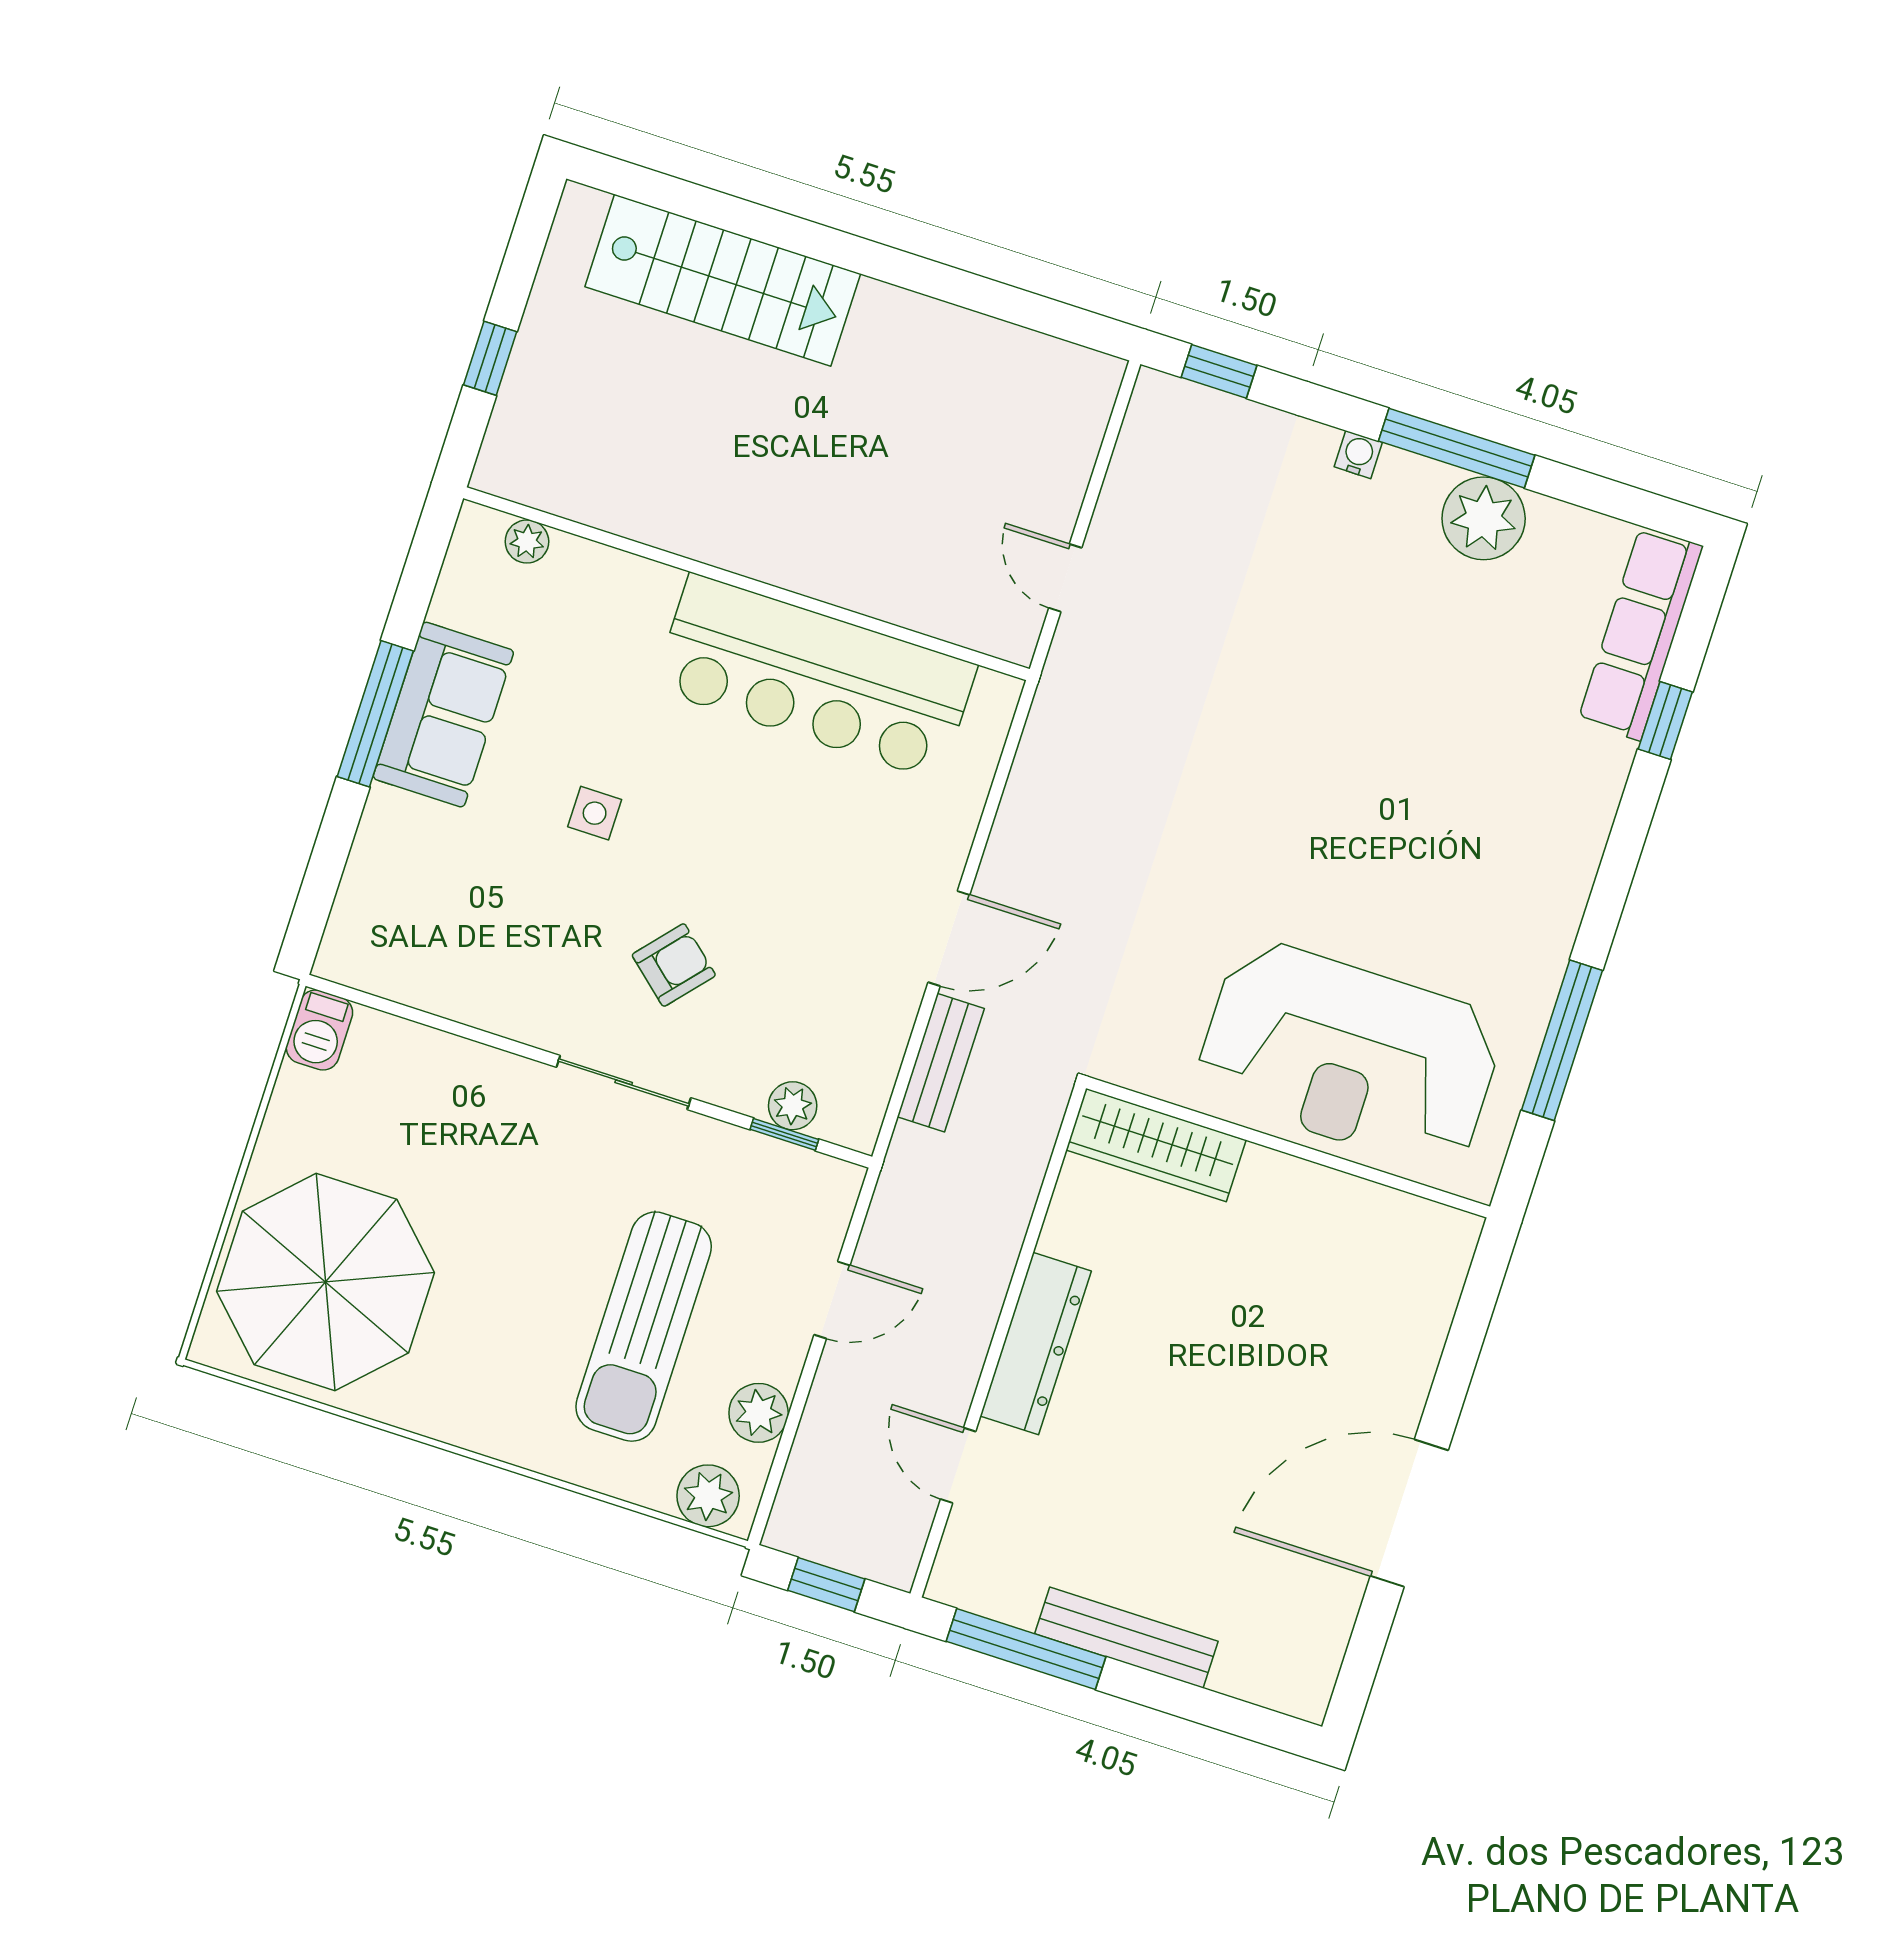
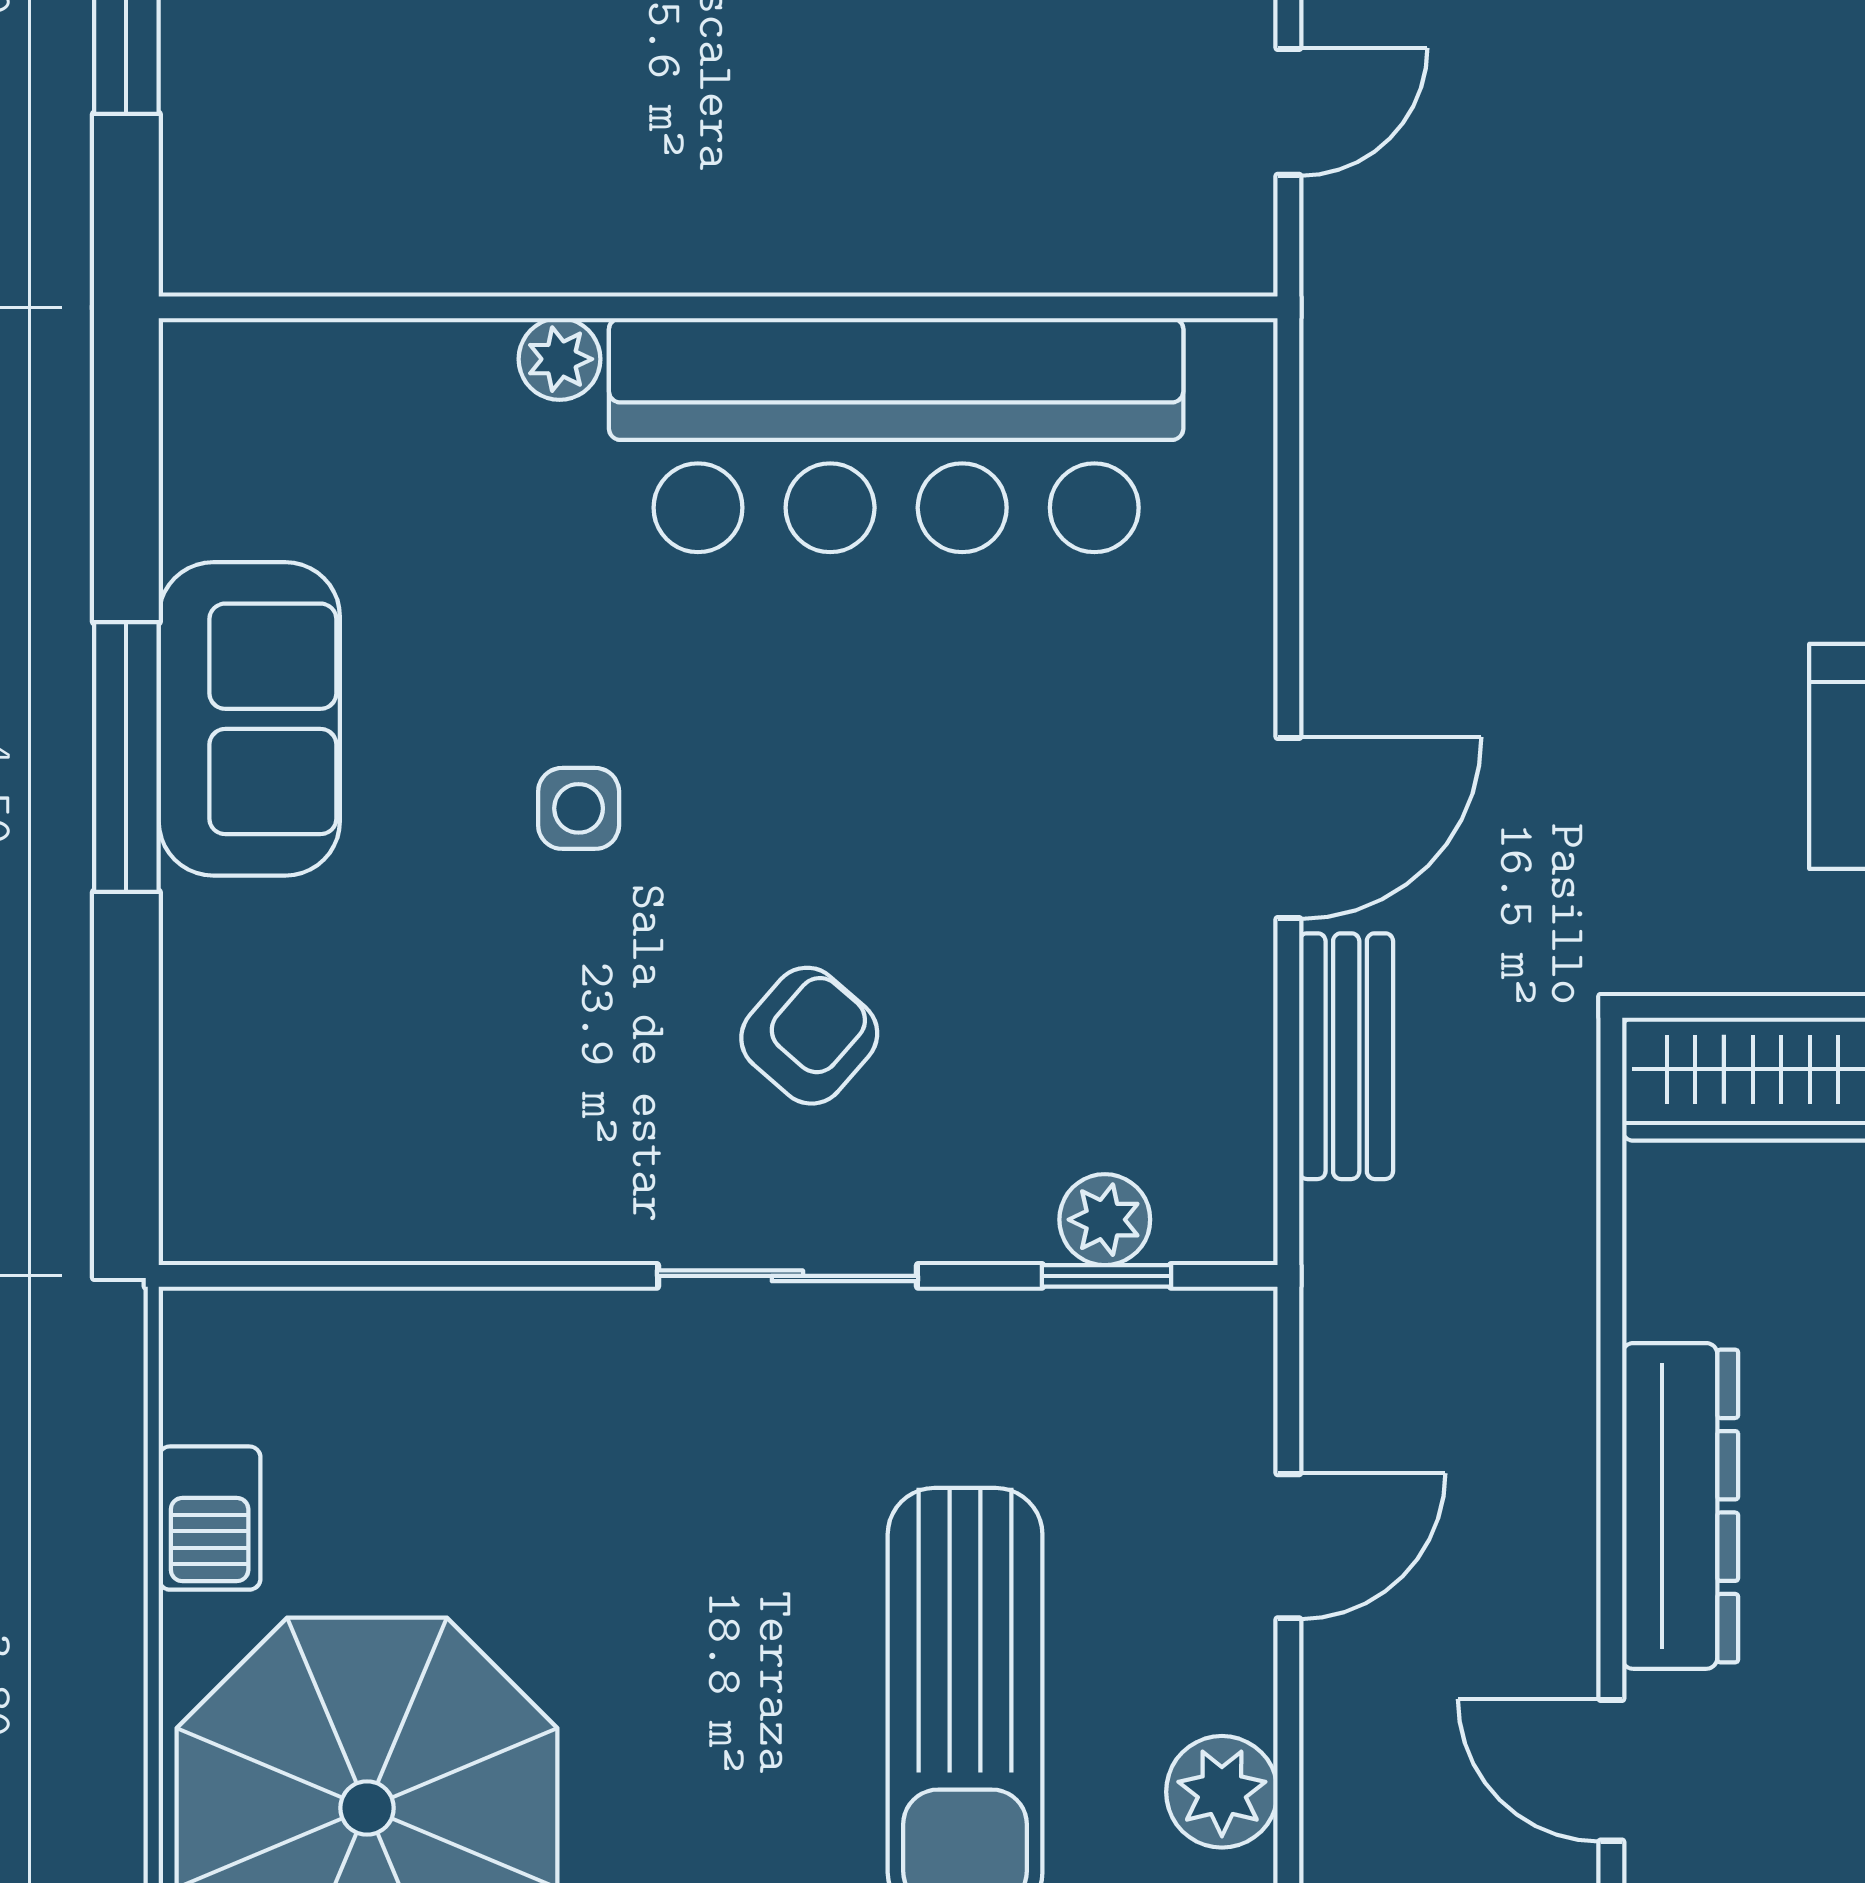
plant: (527, 541) -> (560, 359), moved
door: (1065, 578) -> (1288, 112), swing flipped
barbecue: (319, 1030) -> (210, 1518), moved

